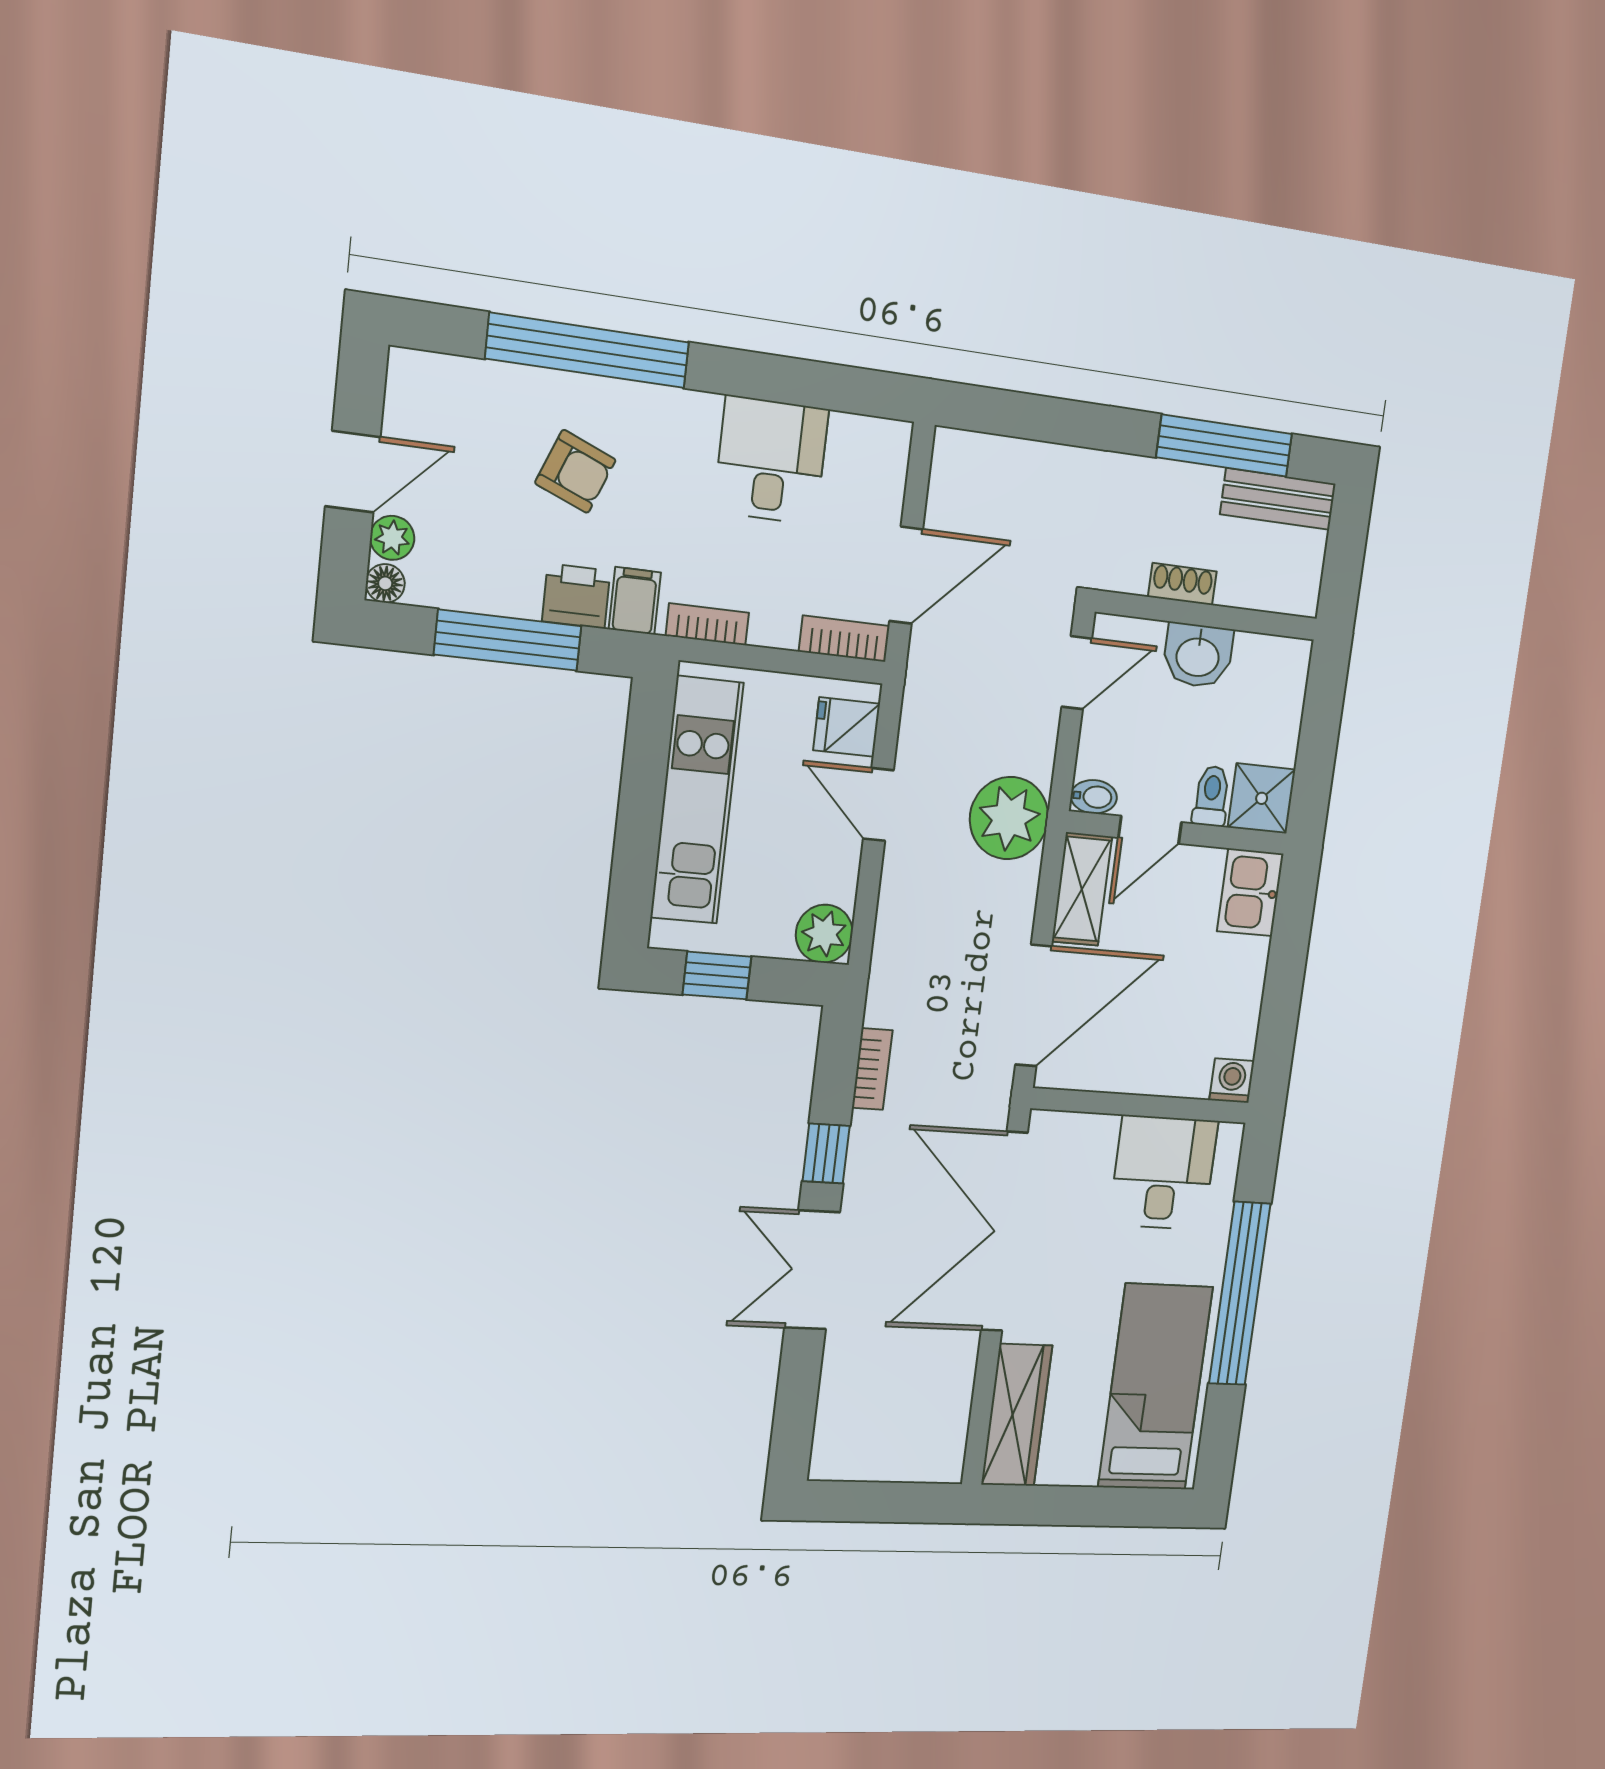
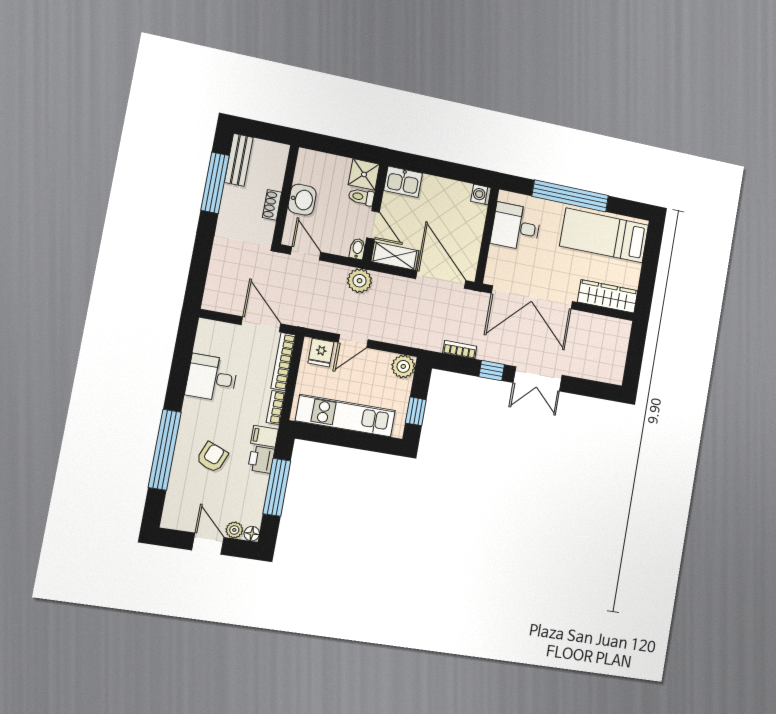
bookcase: (844, 639) -> (283, 362), width x1.56
plant: (1009, 818) -> (360, 281), width x0.73, depth x0.73

